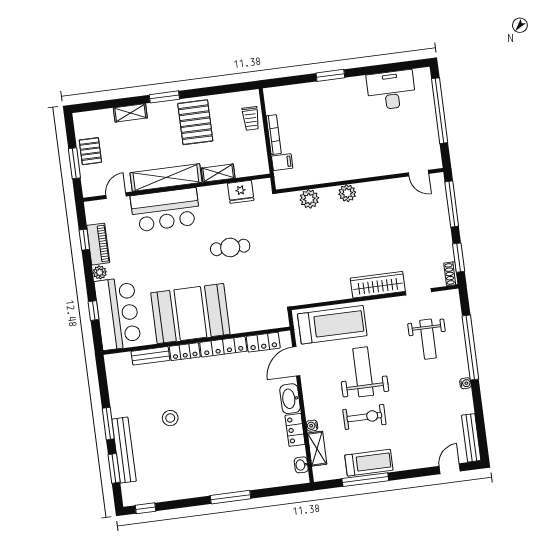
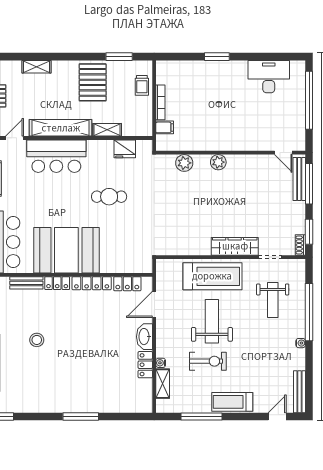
window: (164, 97) -> (119, 57), moved
bench: (440, 200) -> (299, 179), added
treadmill: (332, 325) -> (212, 276), moved
treadmill: (369, 463) -> (232, 402), moved, turned 180
washbasin: (301, 465) -> (147, 396), removed

